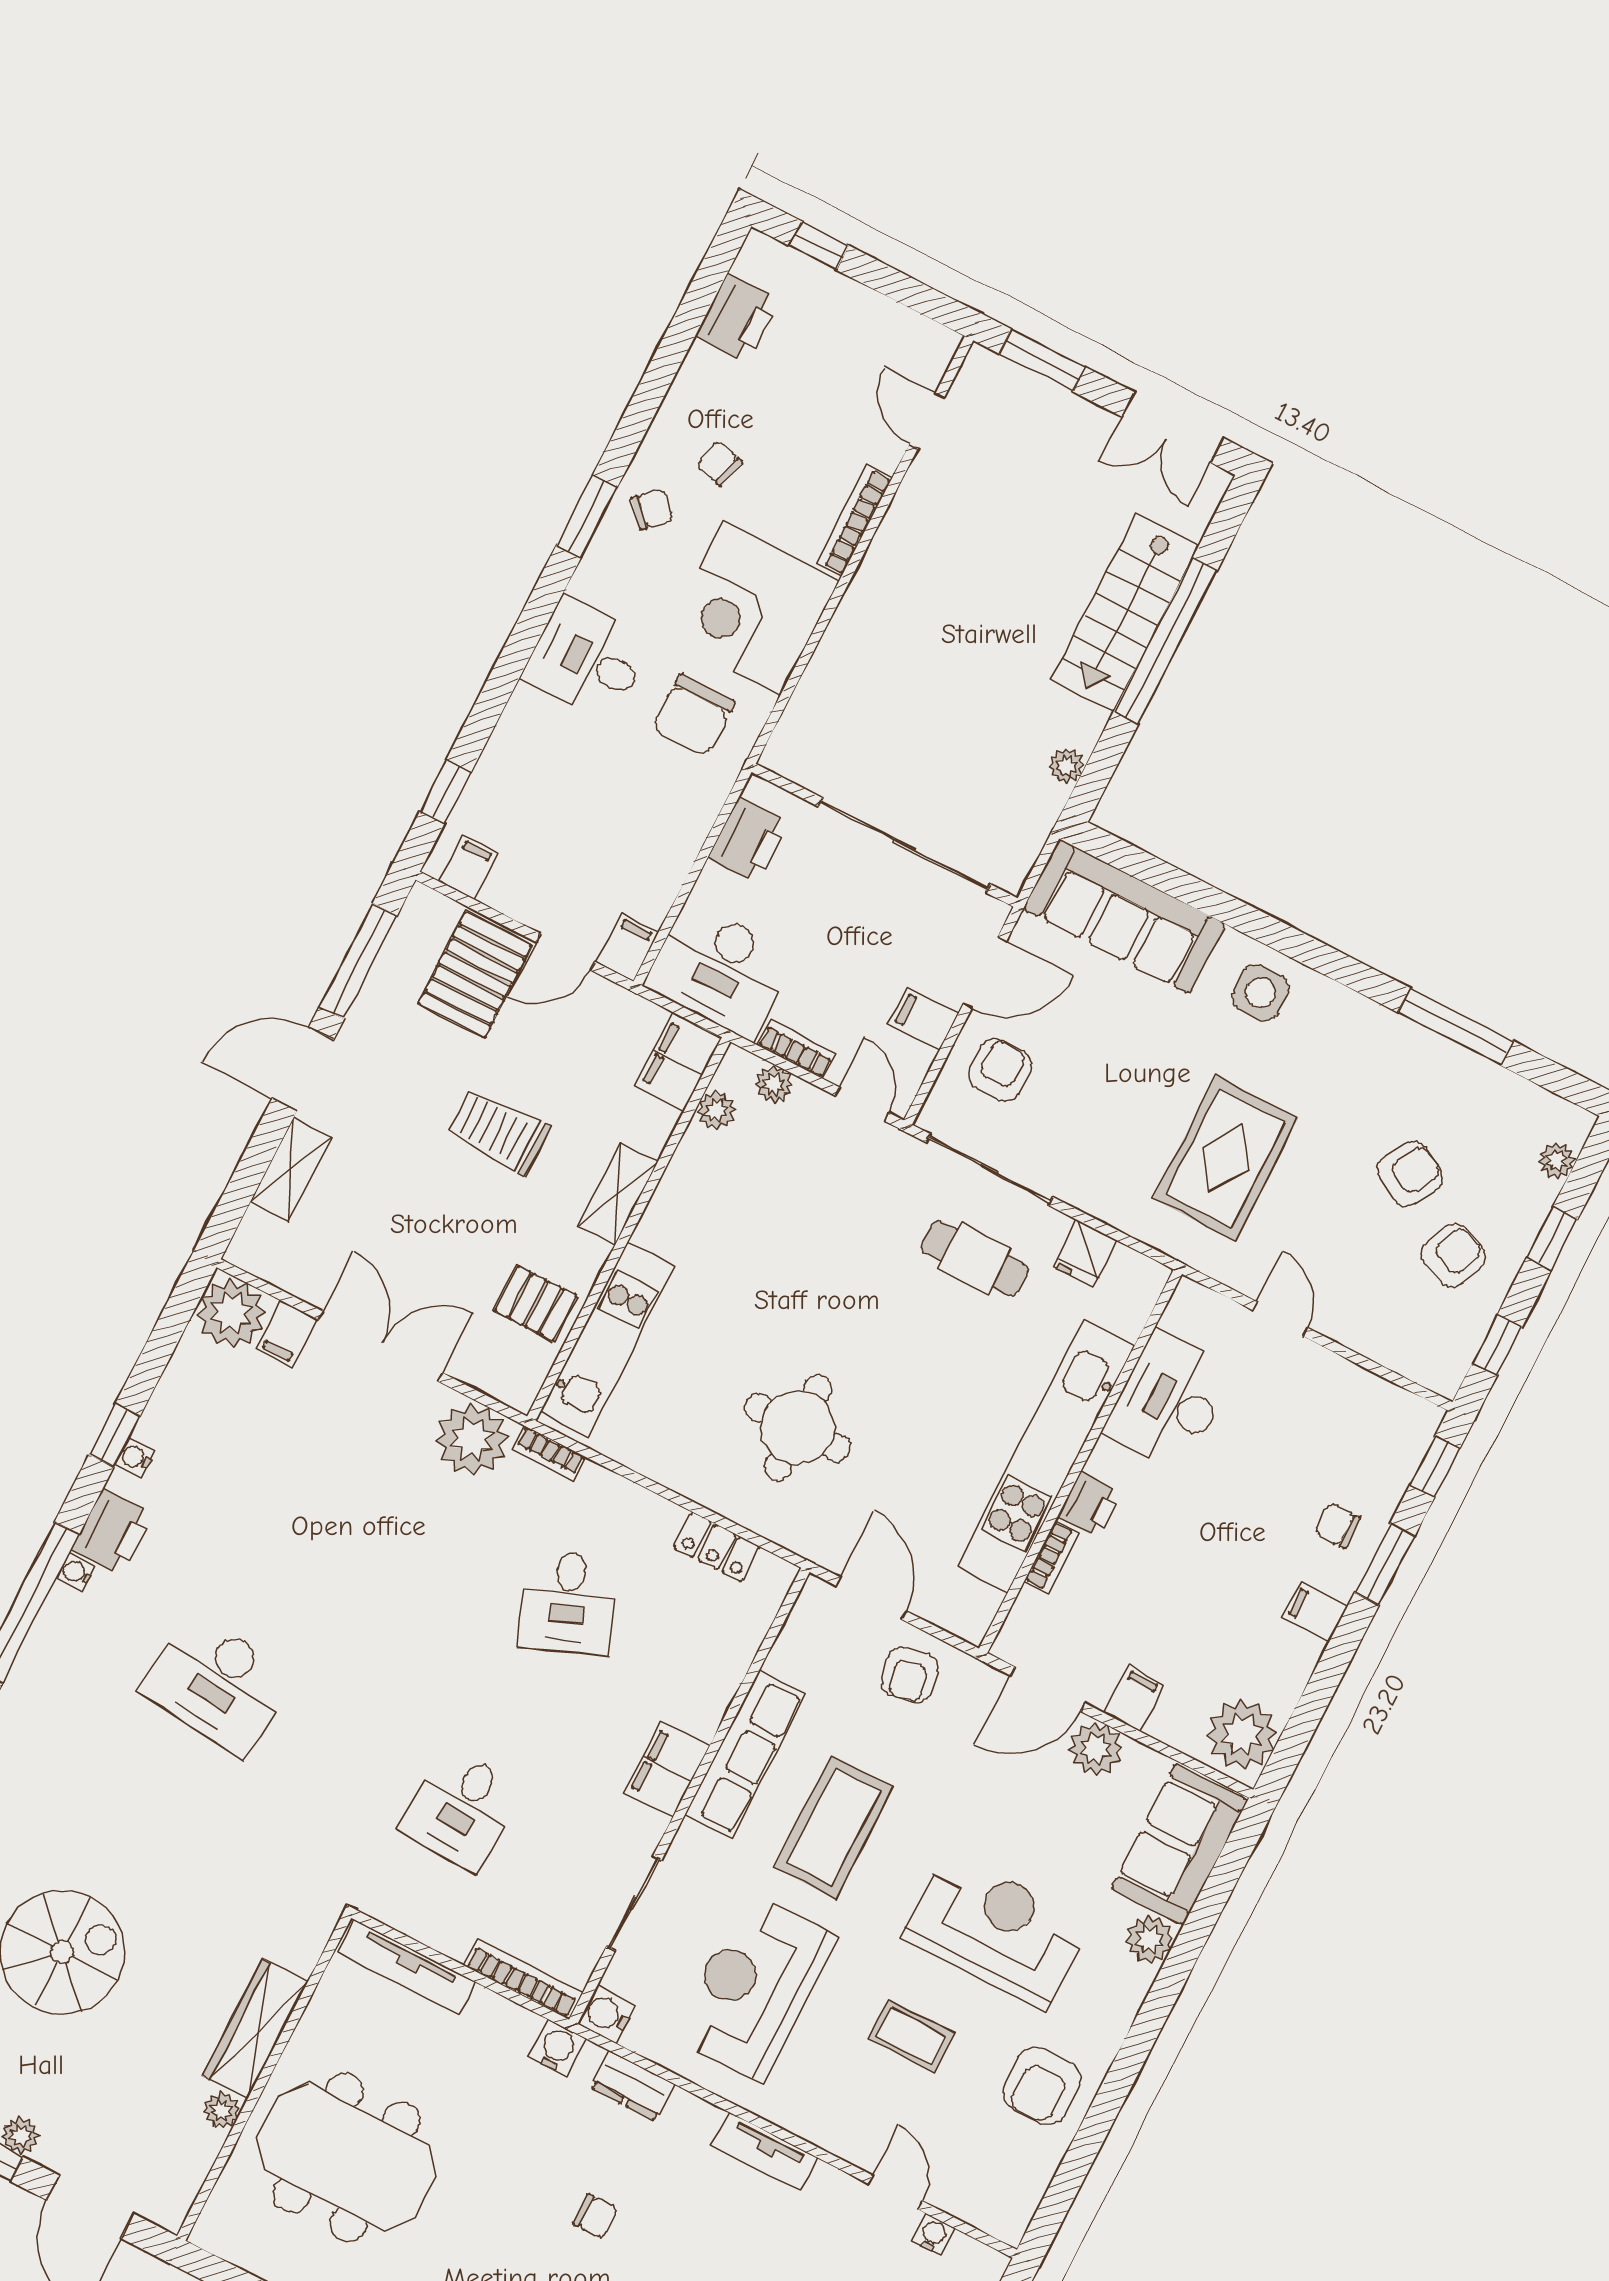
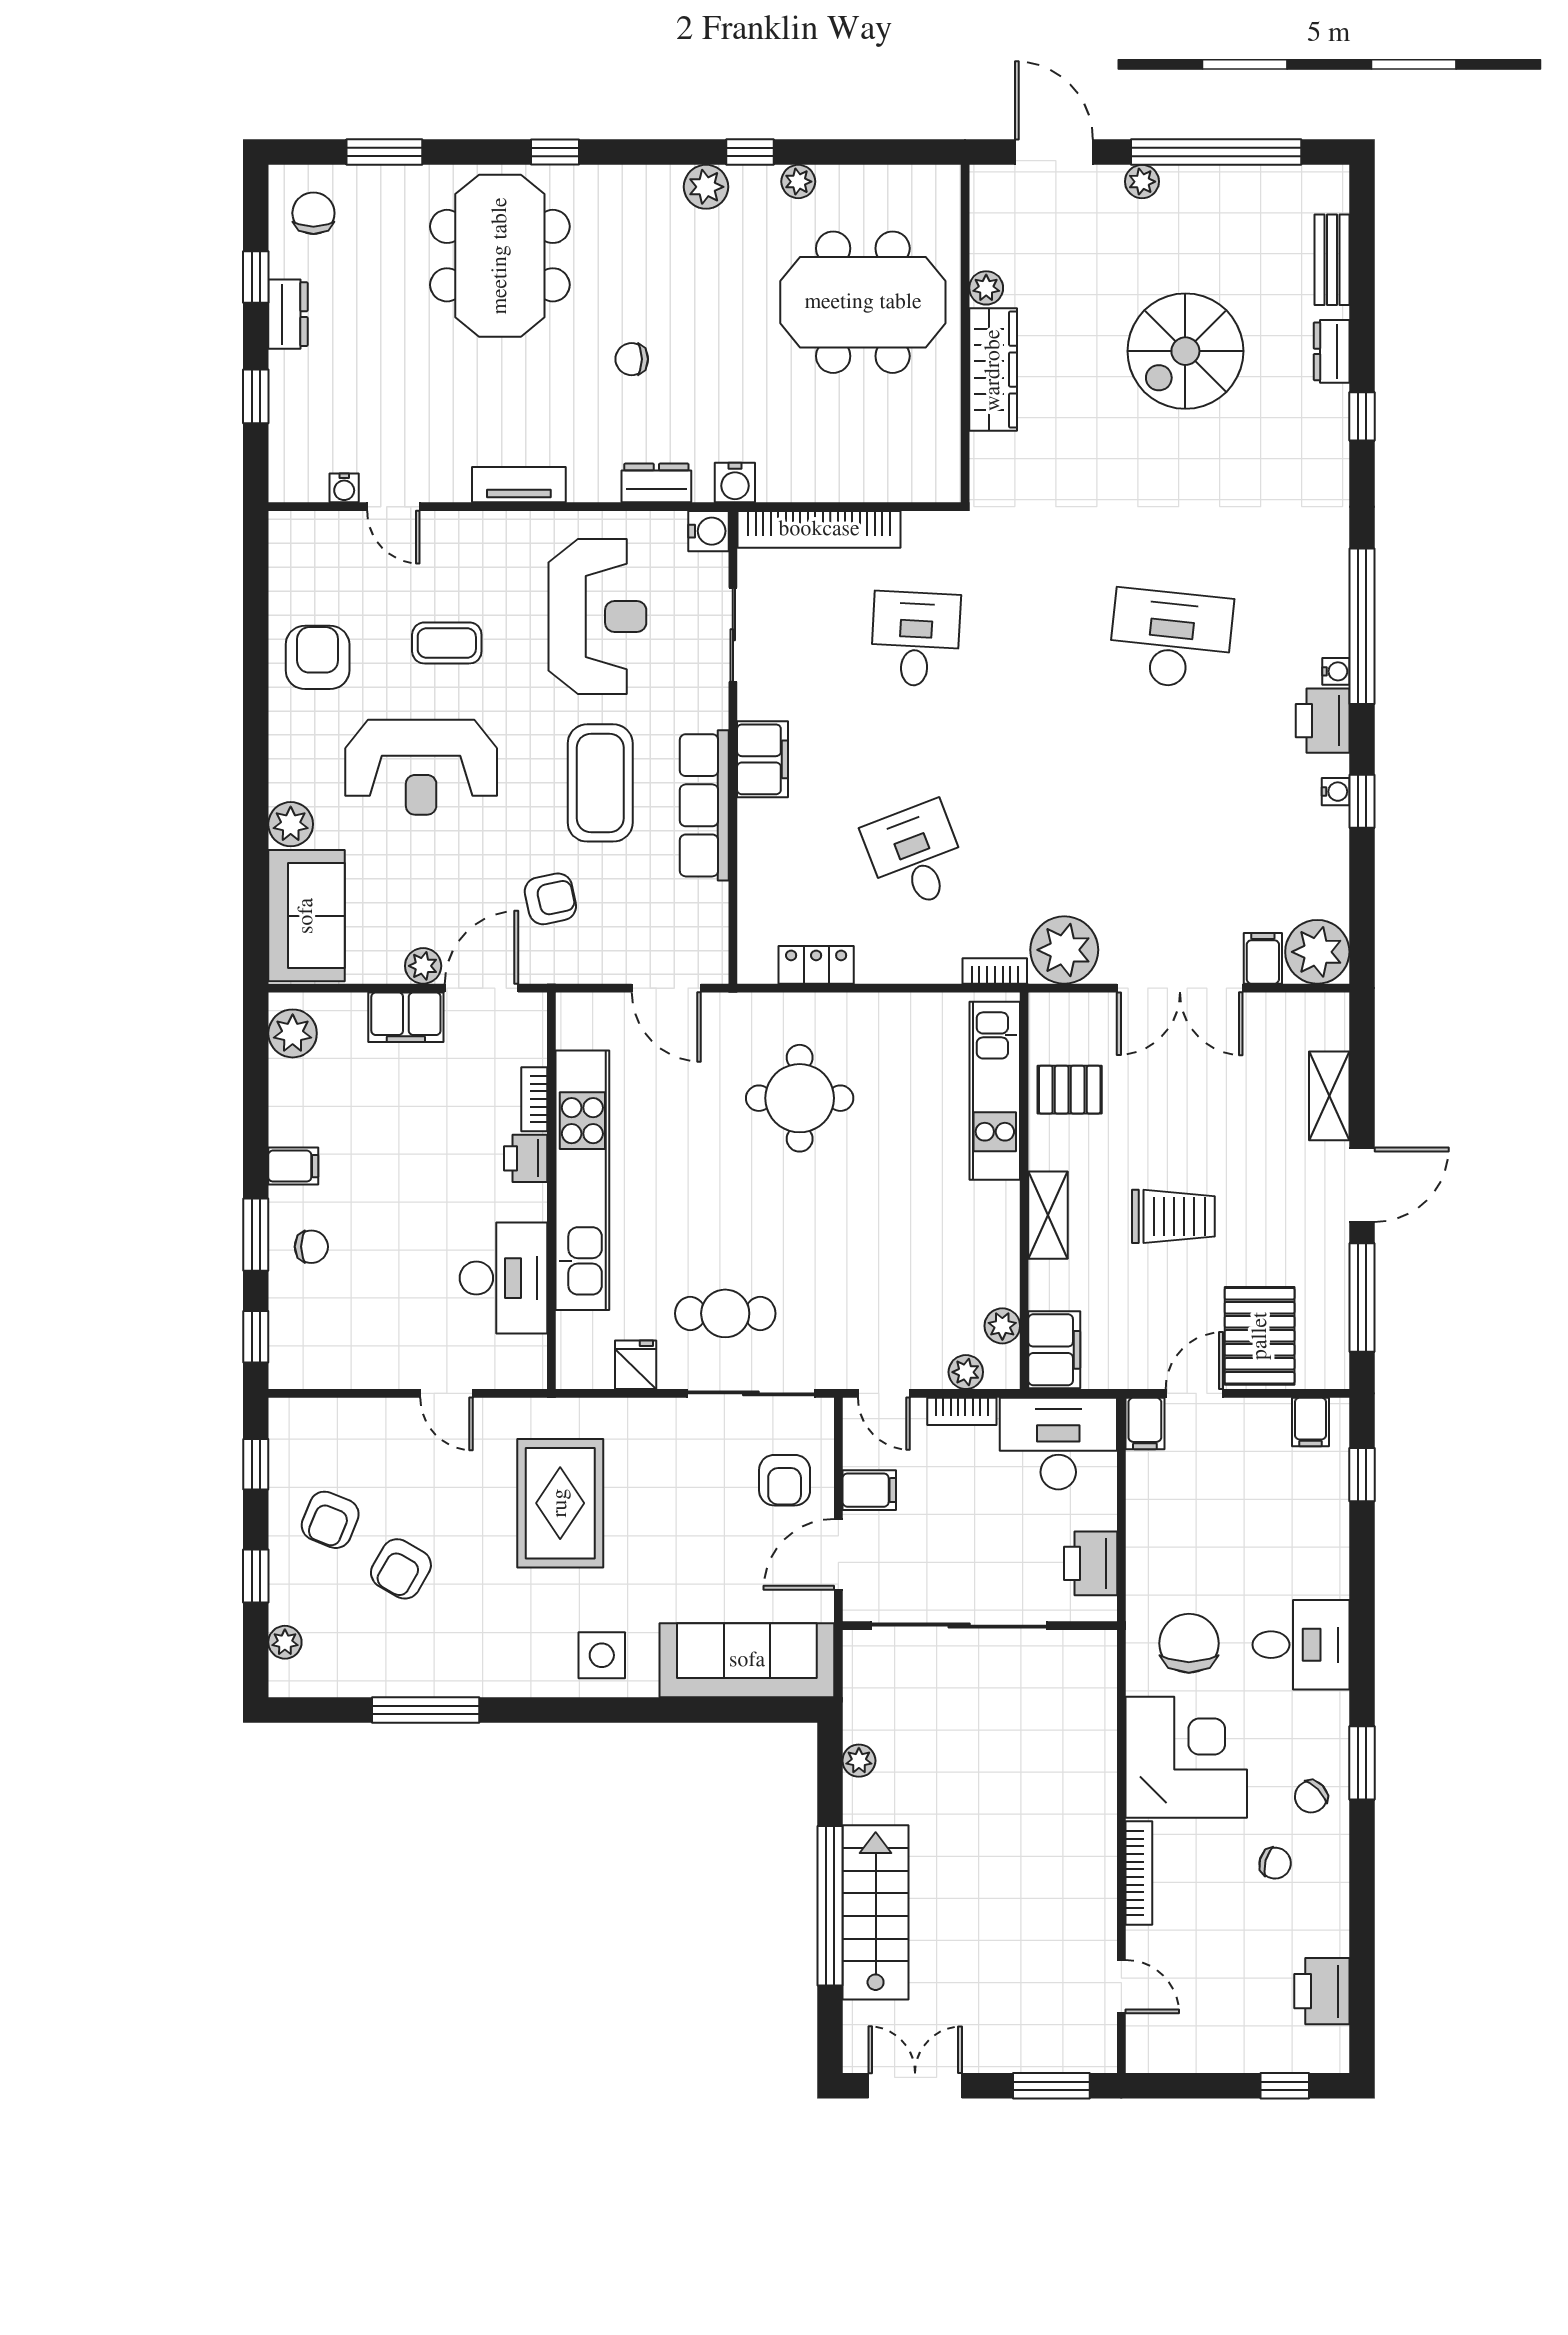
armchair: (910, 1675) -> (550, 899), moved, turned 90
filing cabinet: (1134, 1698) -> (406, 1017), width x2.00
plant: (1242, 1734) -> (293, 1033), width x0.73, depth x0.73
plant: (1096, 1749) -> (423, 966), width x0.73, depth x0.73
tv unit: (406, 1967) -> (894, 485), removed
bookcase: (523, 1979) -> (819, 529), width x1.48, depth x1.31

